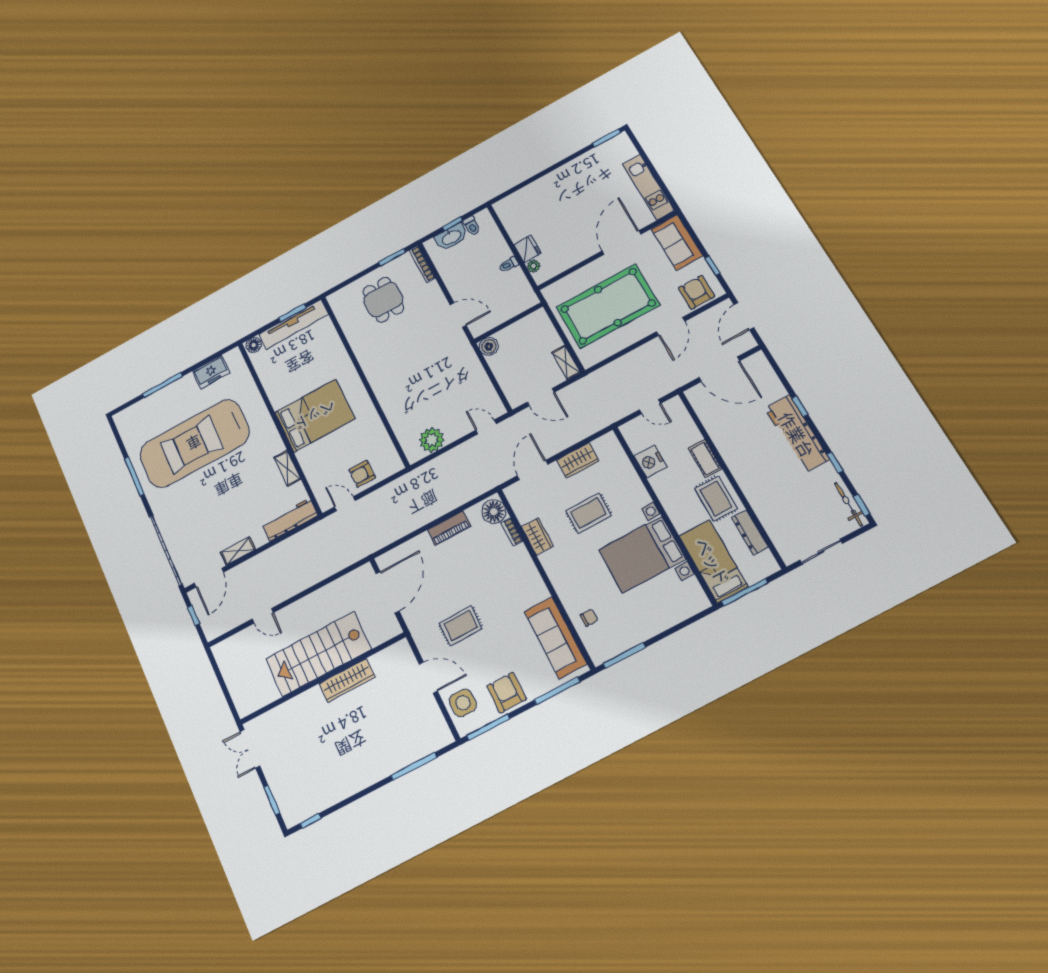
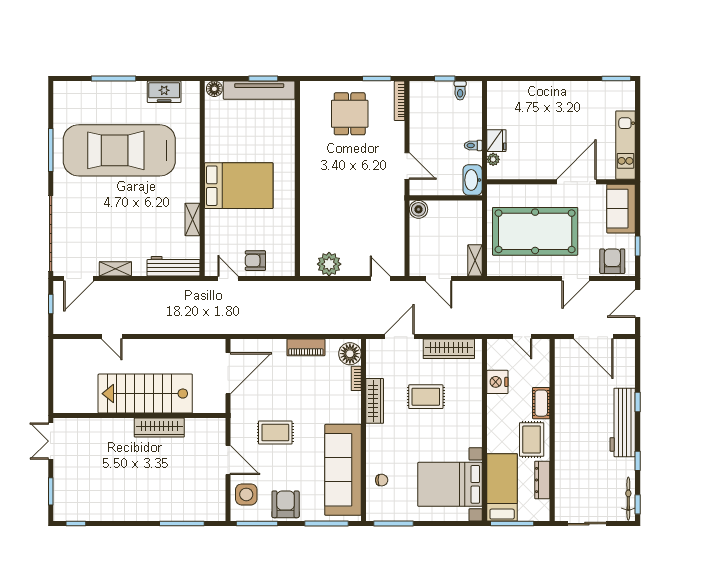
washbasin: (451, 237) -> (473, 180), moved, turned 90
wardrobe: (578, 460) -> (449, 349), width x1.50
wardrobe: (537, 536) -> (375, 401), width x1.50
bed with nightstands: (642, 554) -> (450, 484), moved
sofa: (555, 638) -> (343, 470), width x1.36, depth x1.27

